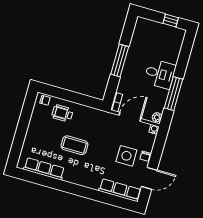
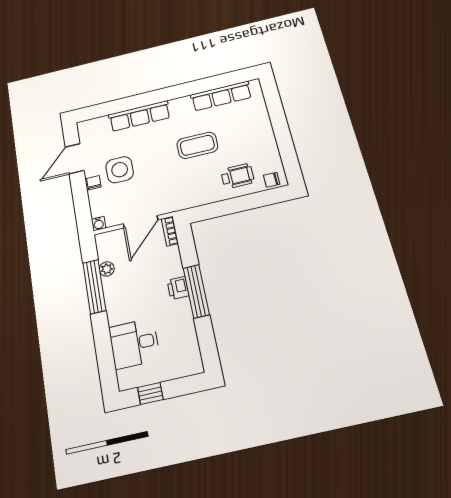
printer: (128, 68) -> (178, 288), added
desk: (160, 74) -> (134, 343), moved
plant: (157, 117) -> (107, 269), moved
row of seats: (120, 190) -> (139, 116), moved

